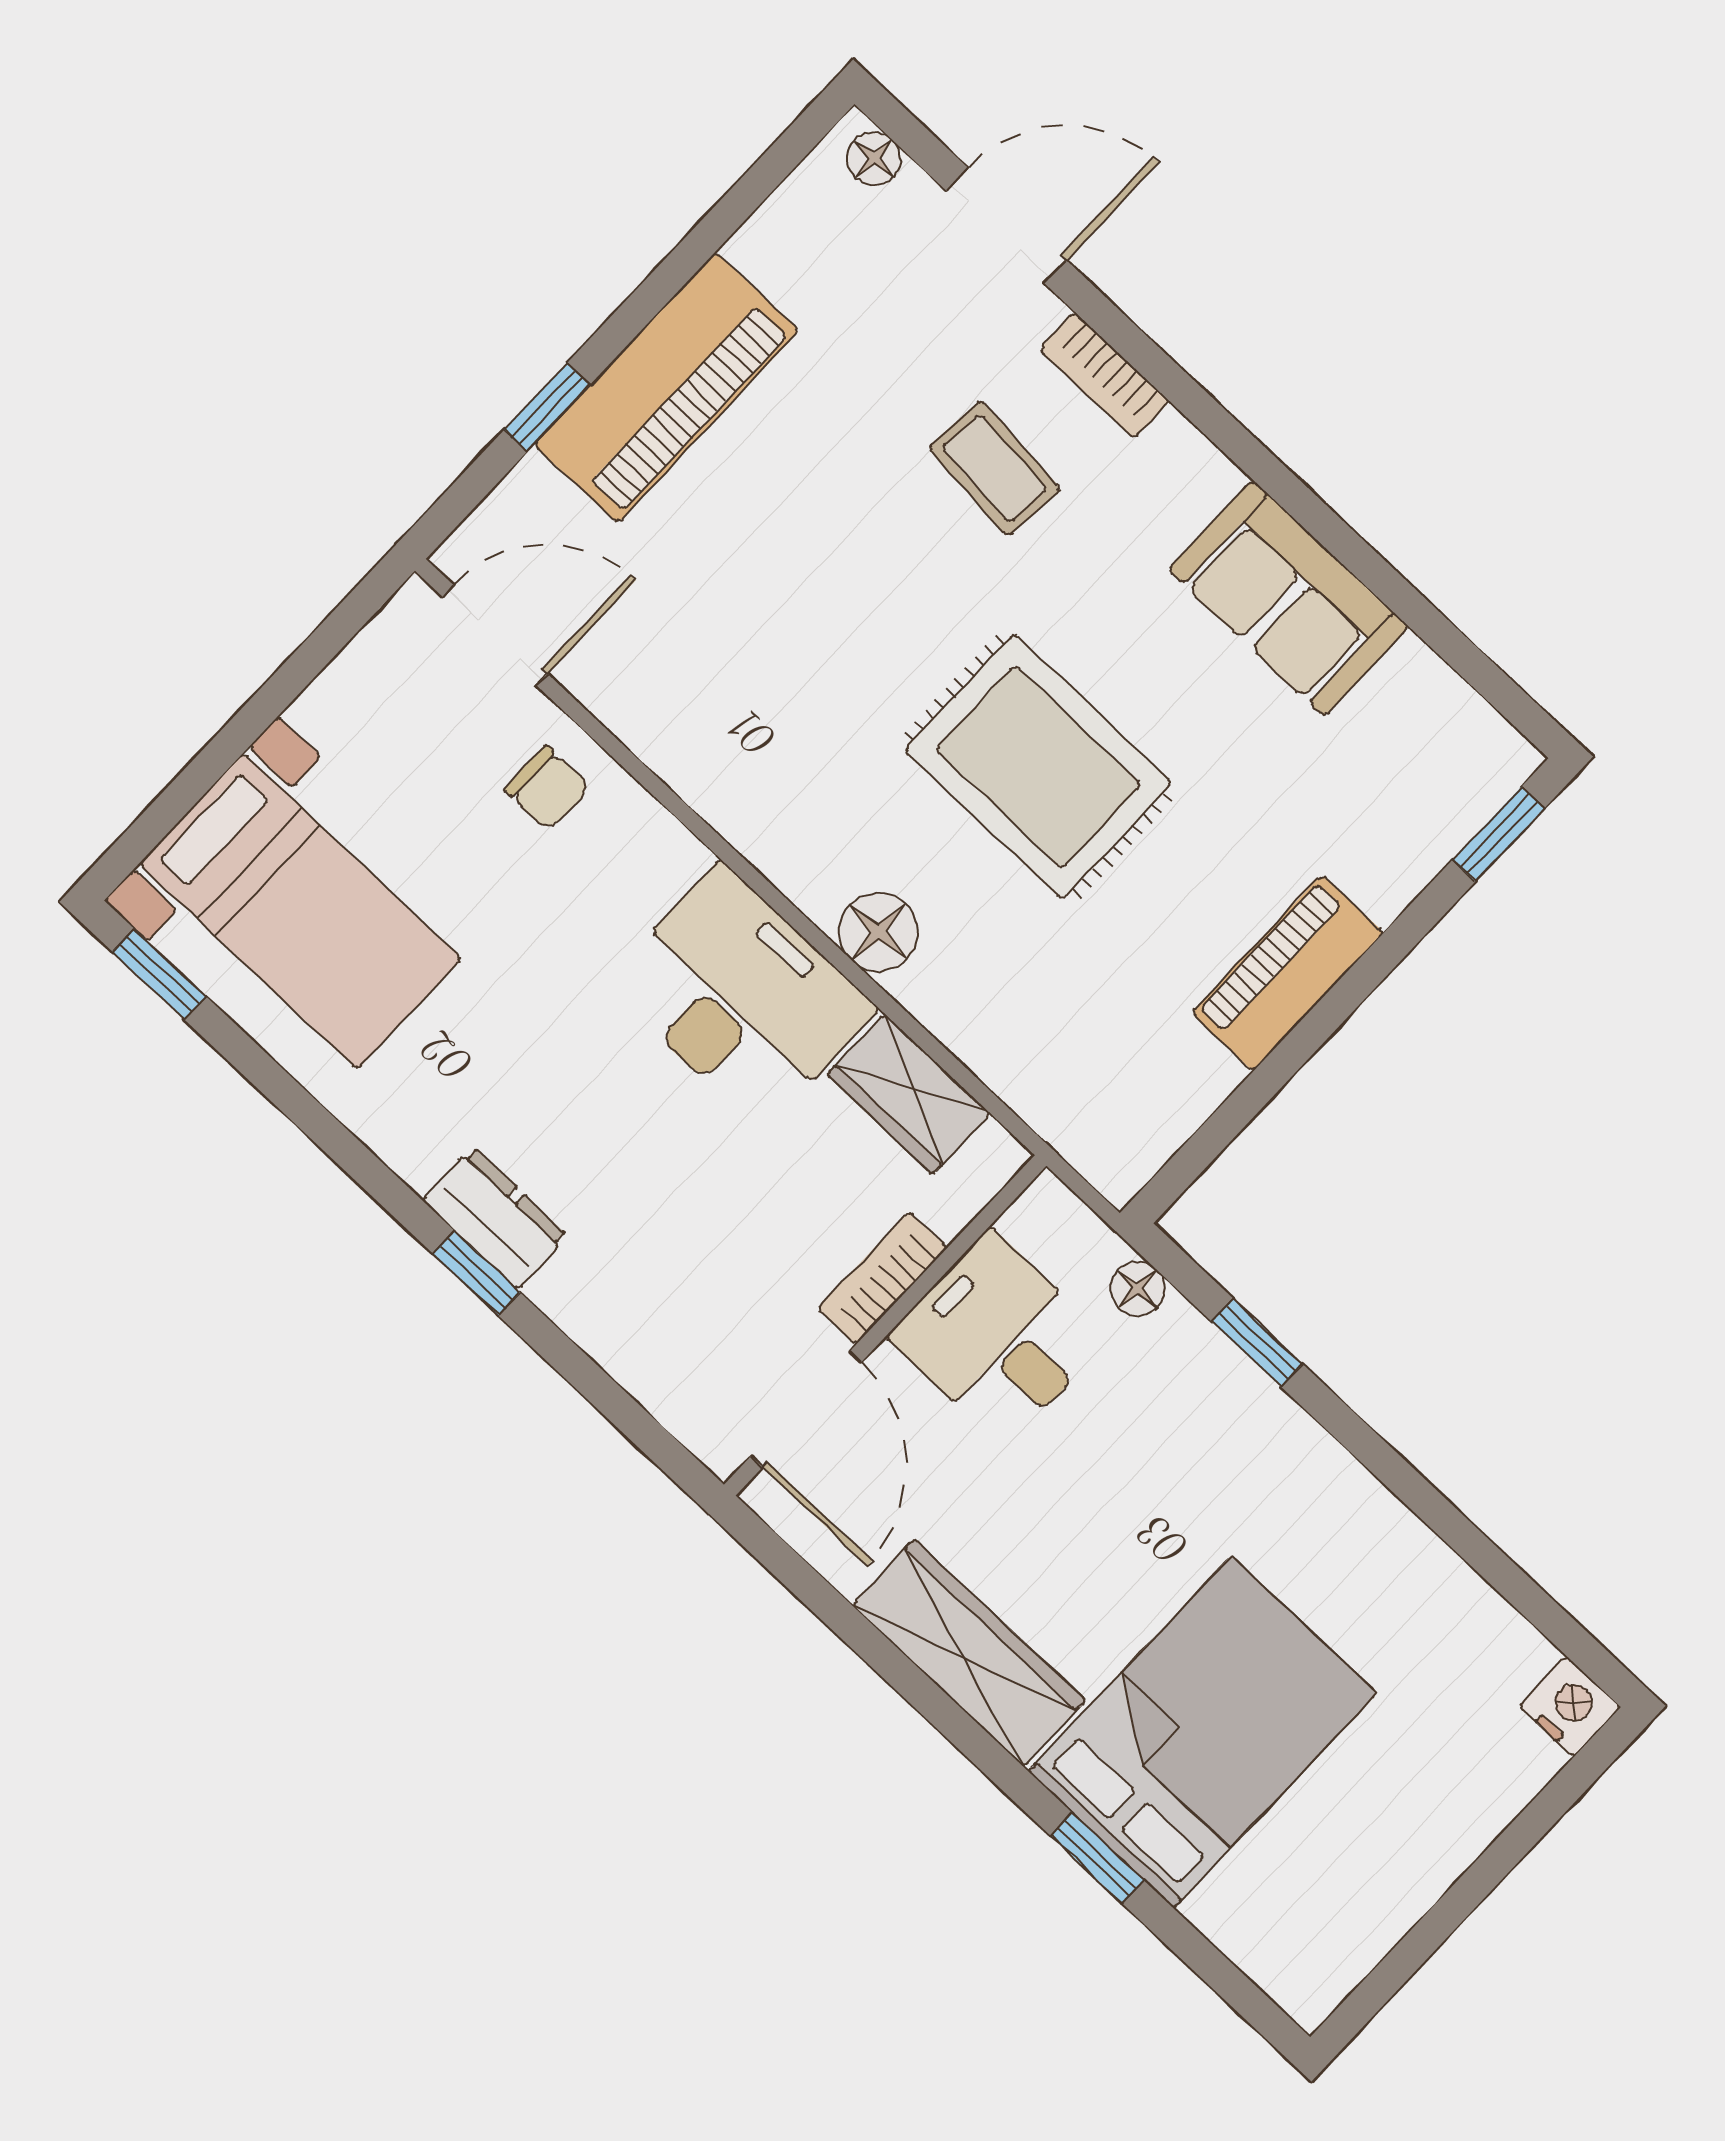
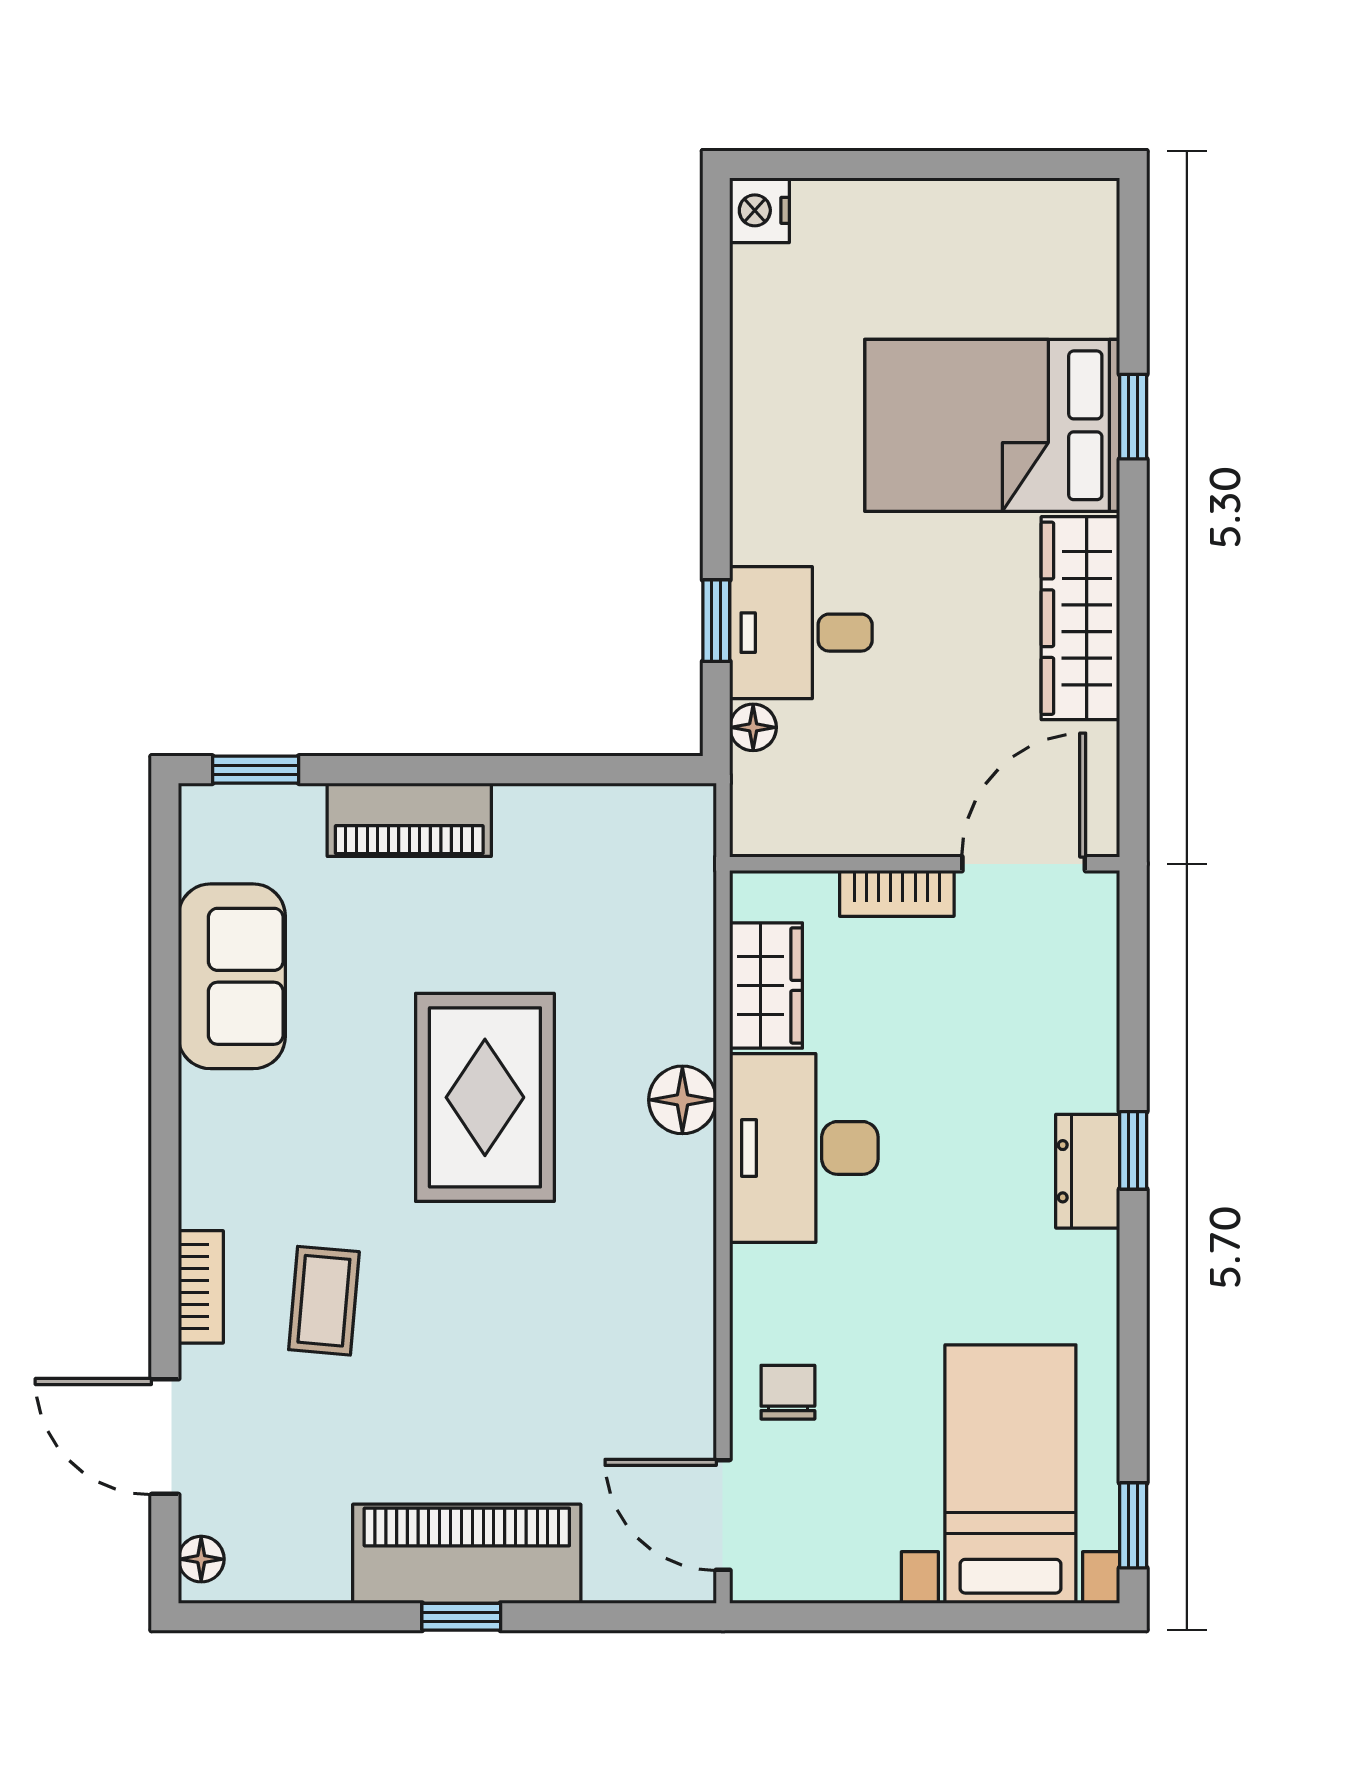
window: (547, 407) -> (461, 1617), moved
sofa: (1289, 598) -> (232, 976), moved
piano: (1288, 973) -> (409, 820), moved
desk: (998, 1338) -> (801, 633), moved, turned 90

